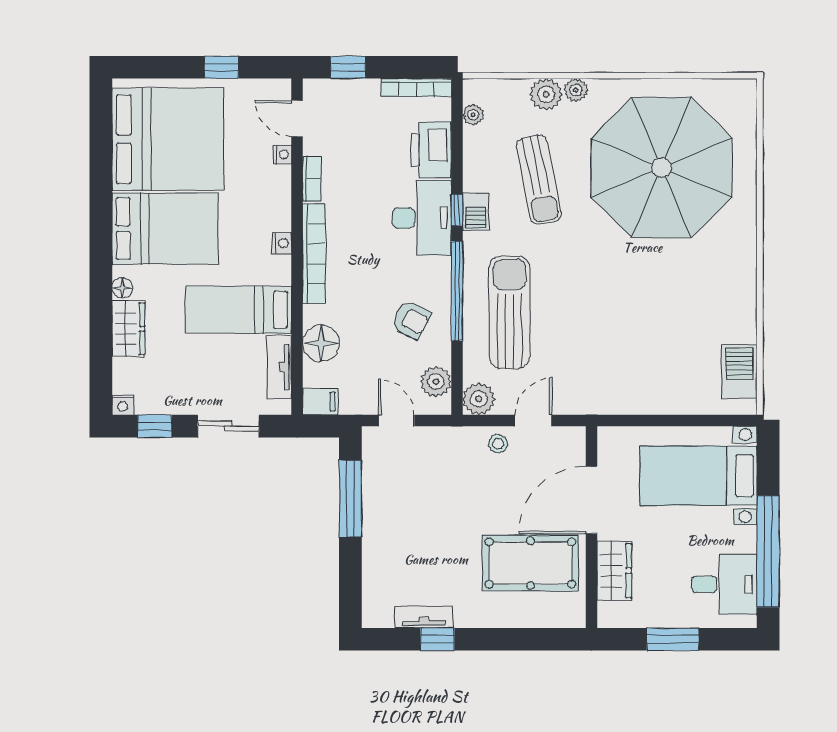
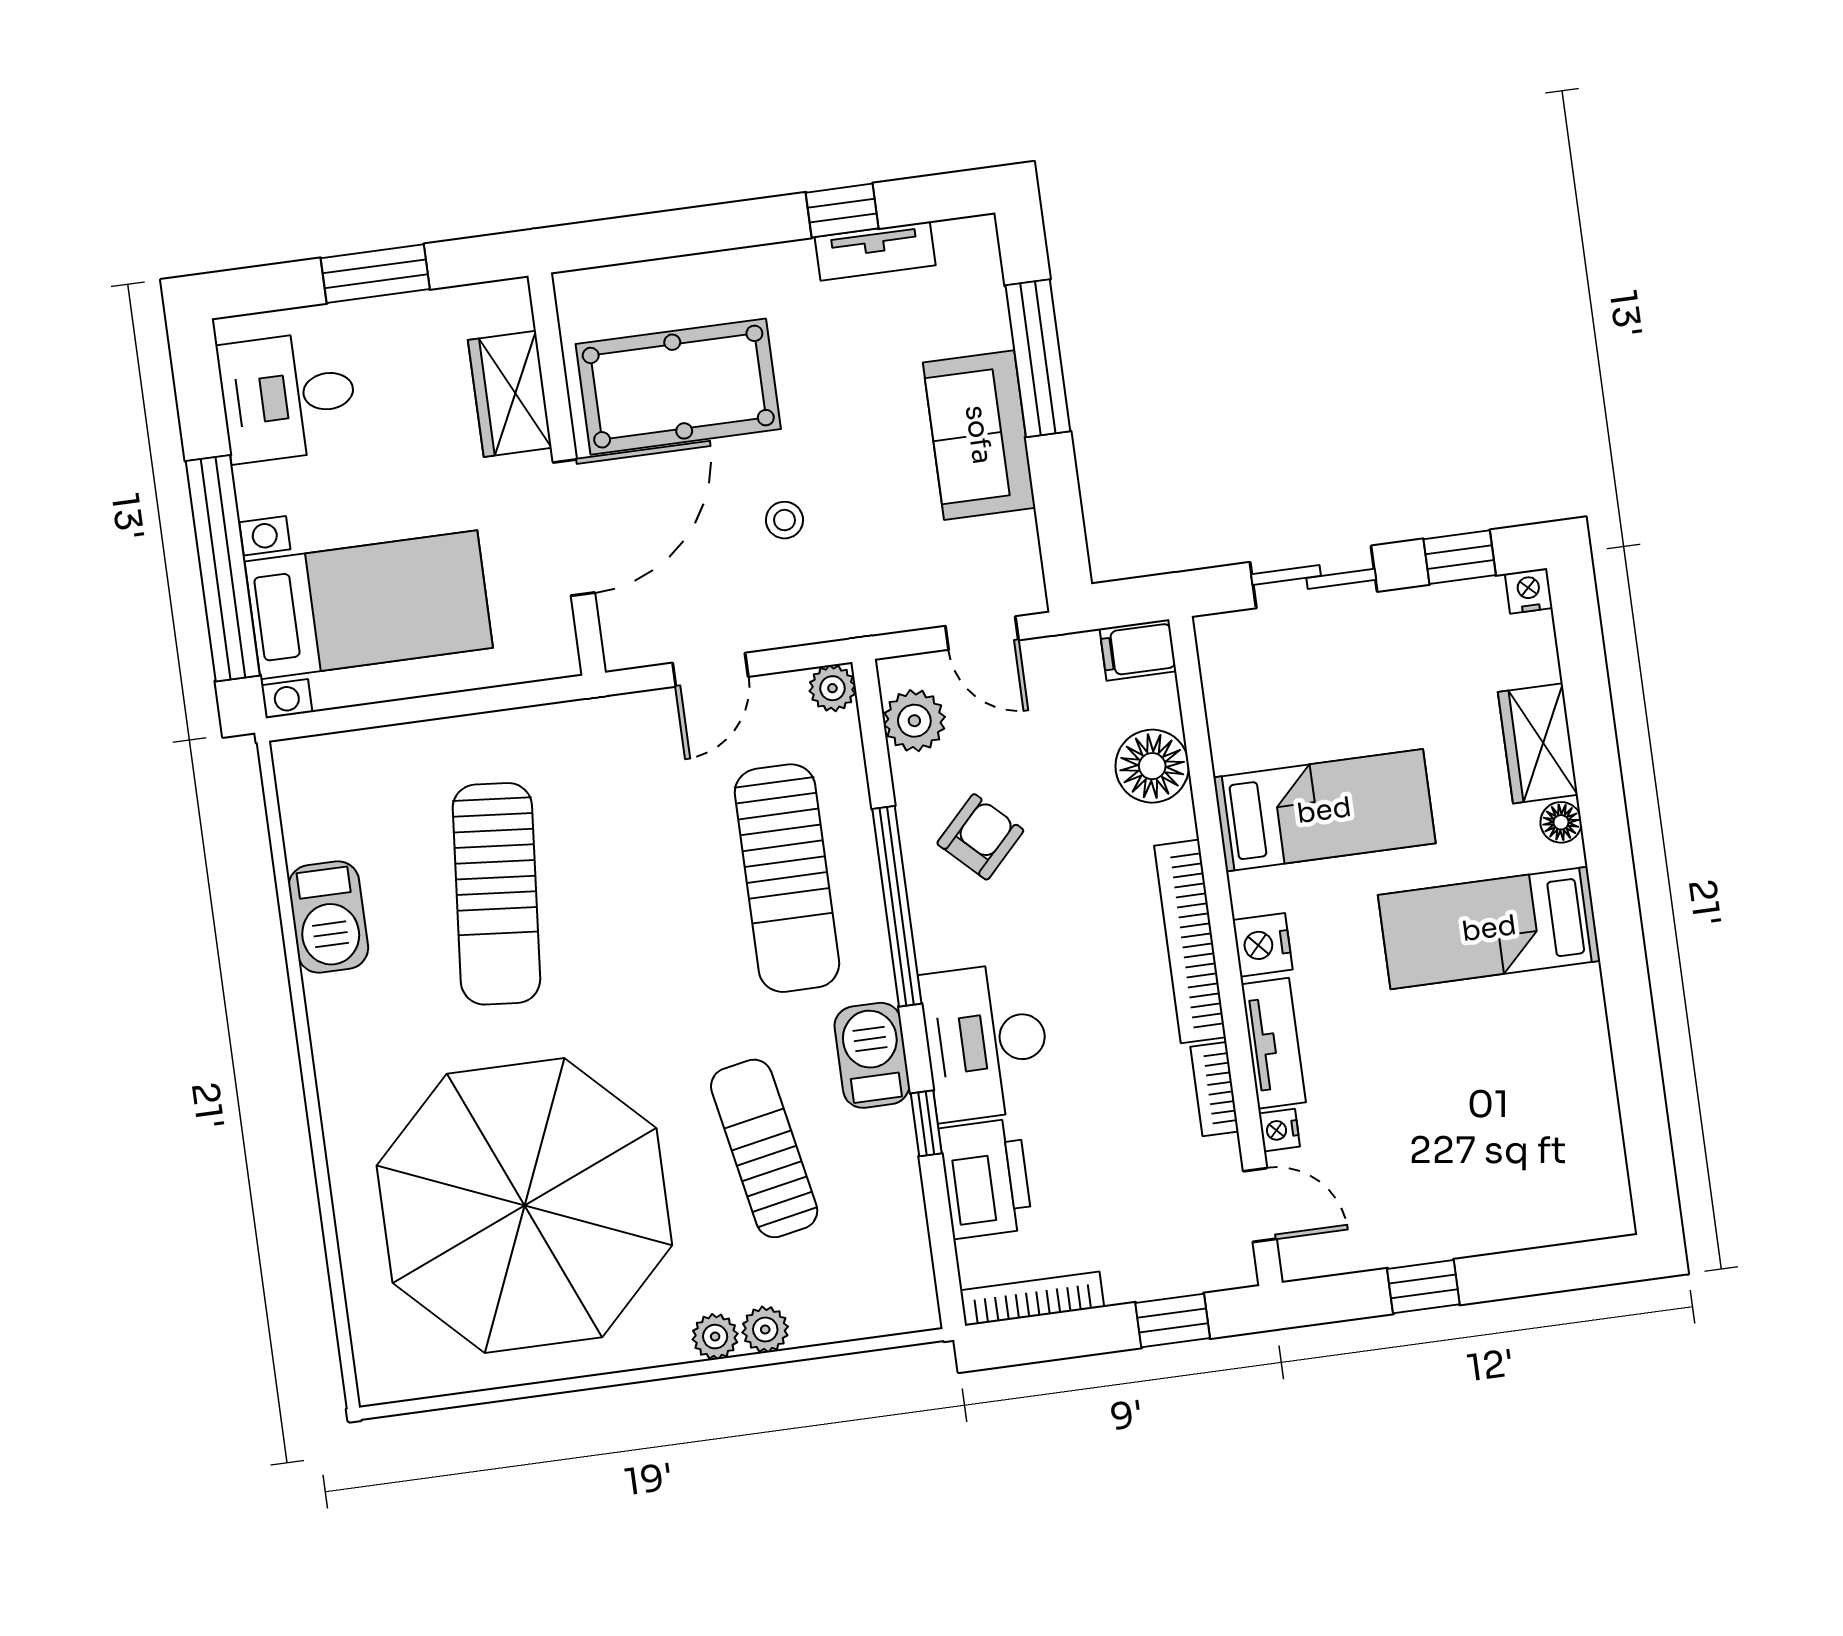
plant: (546, 94) -> (765, 1329), width x0.73, depth x0.73
plant: (473, 115) -> (912, 1260), removed
bed: (168, 139) -> (1510, 1130), removed
window: (457, 210) -> (926, 1123), moved
barbecue: (476, 212) -> (872, 1055), width x1.38, depth x1.27
bed: (165, 229) -> (1489, 928), width x0.67
nightstand: (282, 243) -> (1263, 945), width x1.39, depth x1.35
armchair: (411, 320) -> (980, 837), turned 107
sun lounger: (654, 324) -> (496, 894), added
tv unit: (279, 367) -> (1274, 1043), moved
barbecue: (739, 372) -> (328, 917), moved
plant: (479, 399) -> (832, 688), width x0.73, depth x0.73
stool: (498, 444) -> (784, 520), moved
window: (350, 499) -> (1038, 358), moved
sofa: (385, 519) -> (979, 435), added
window: (768, 551) -> (223, 568), moved

